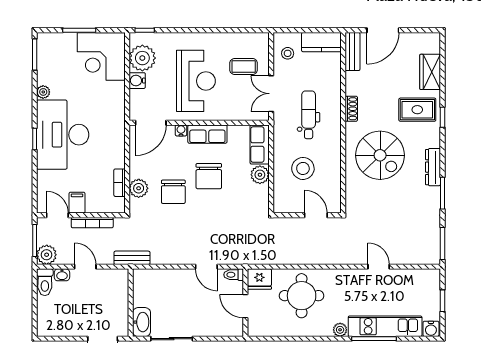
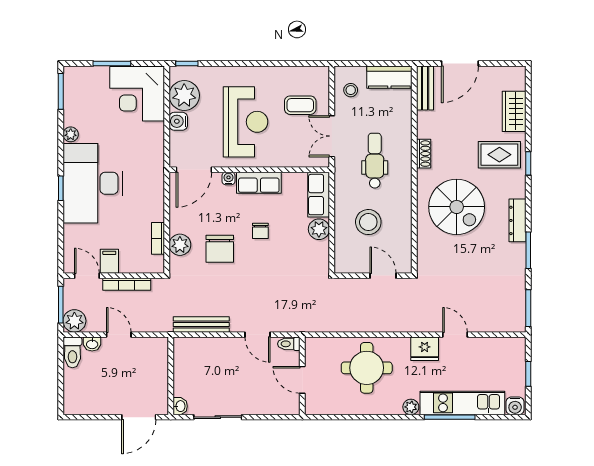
chair: (209, 176) -> (260, 231), width x0.54, depth x0.54
bench: (132, 258) -> (201, 324), moved, width x1.36
fridge: (259, 279) -> (425, 349), moved
washbasin: (142, 322) -> (180, 406), width x0.52, depth x0.69

